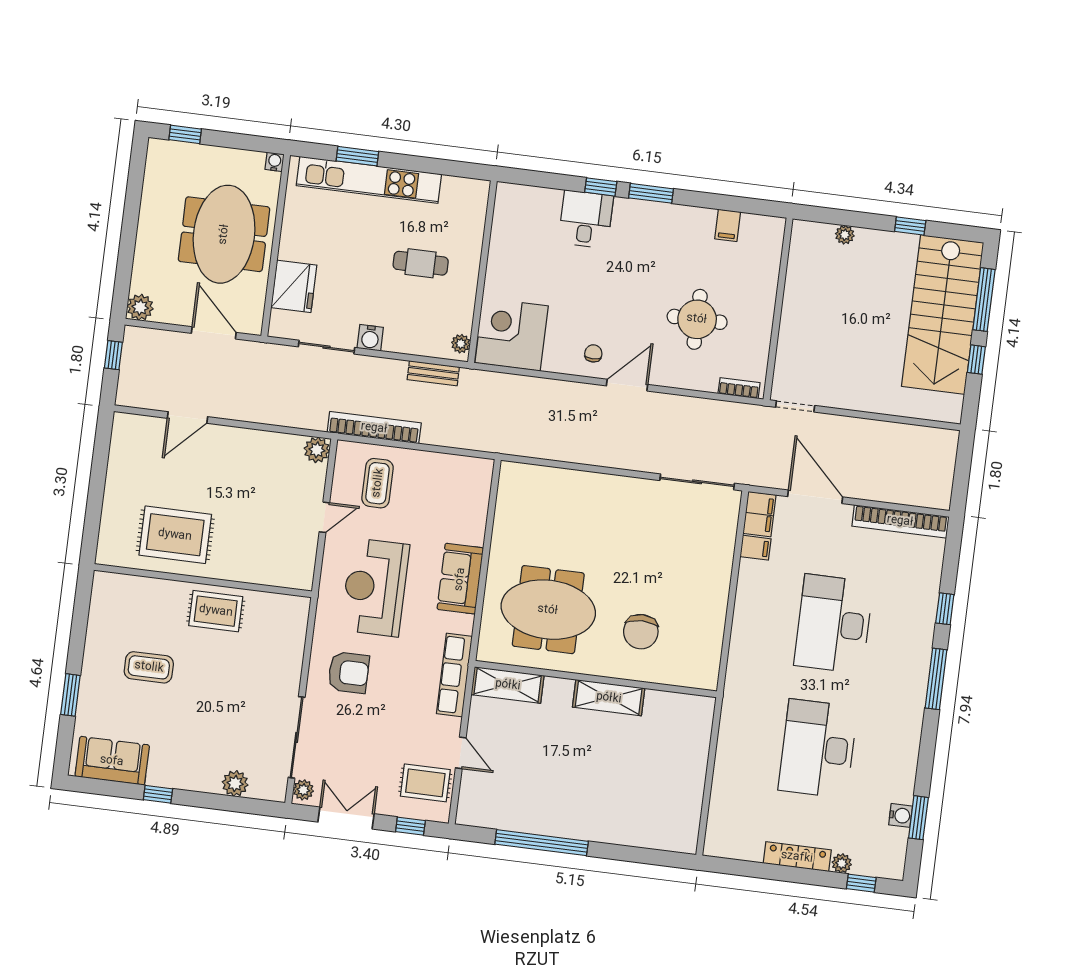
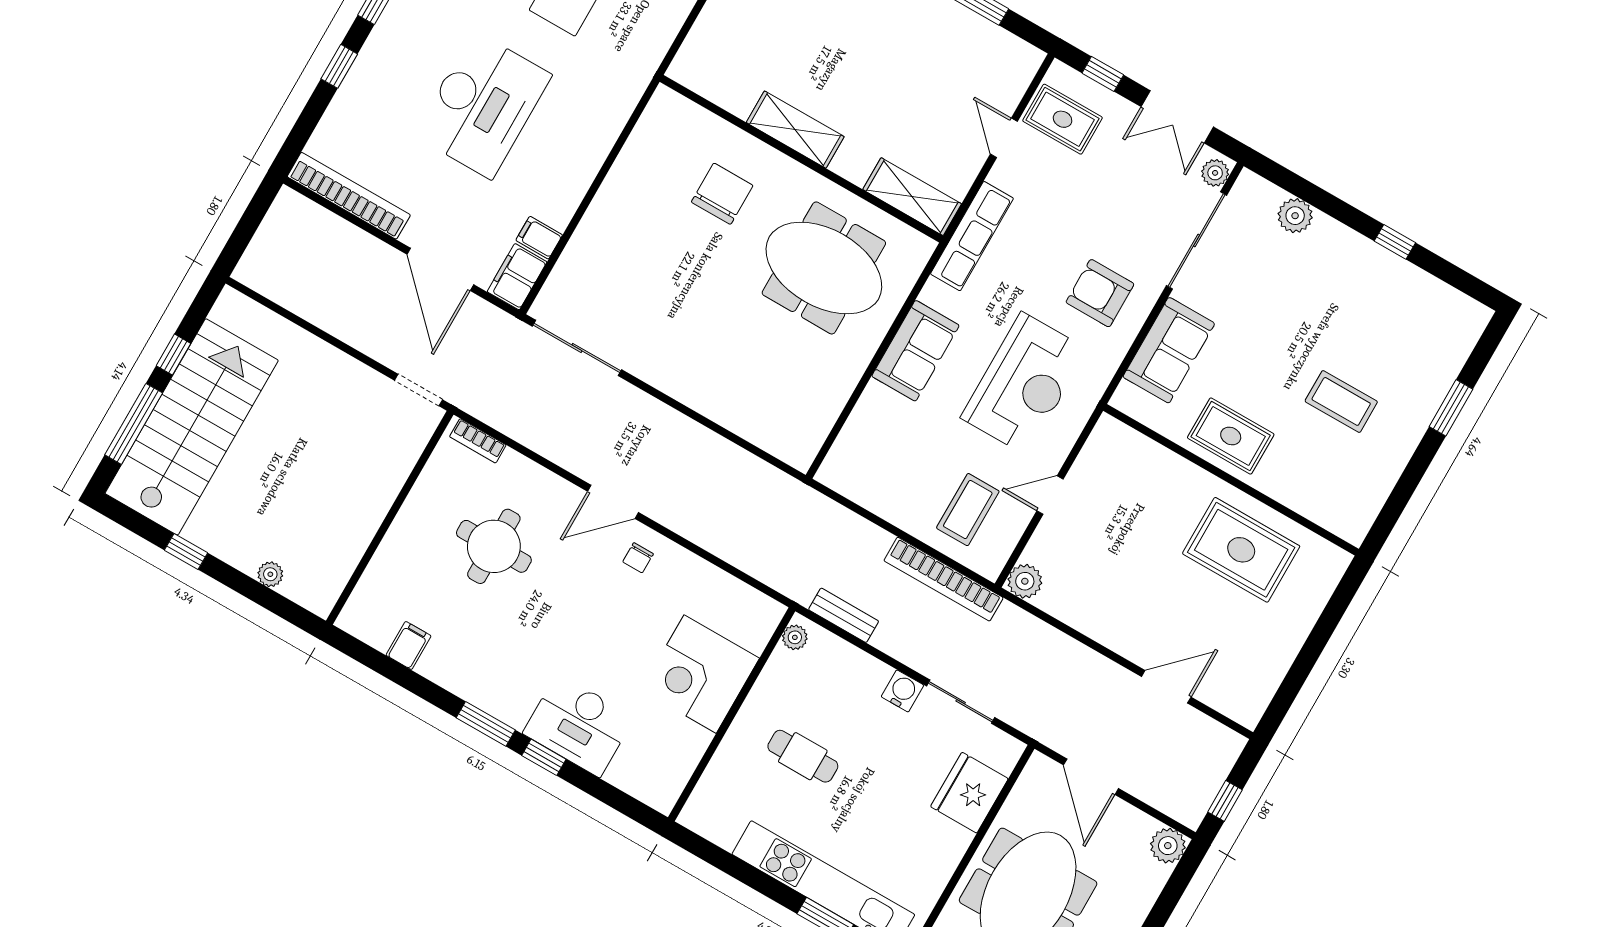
desk: (586, 219) -> (579, 725), width x1.37
corner desk: (512, 334) -> (700, 674), moved, turned 90
sofa: (112, 761) -> (1169, 350), moved, turned -90

